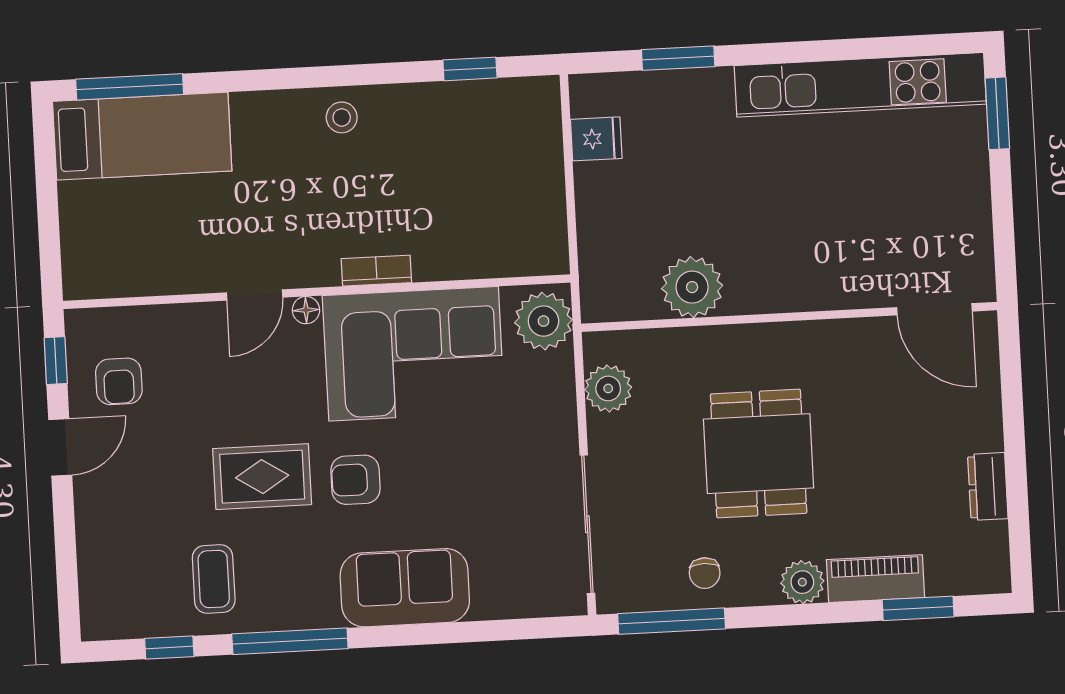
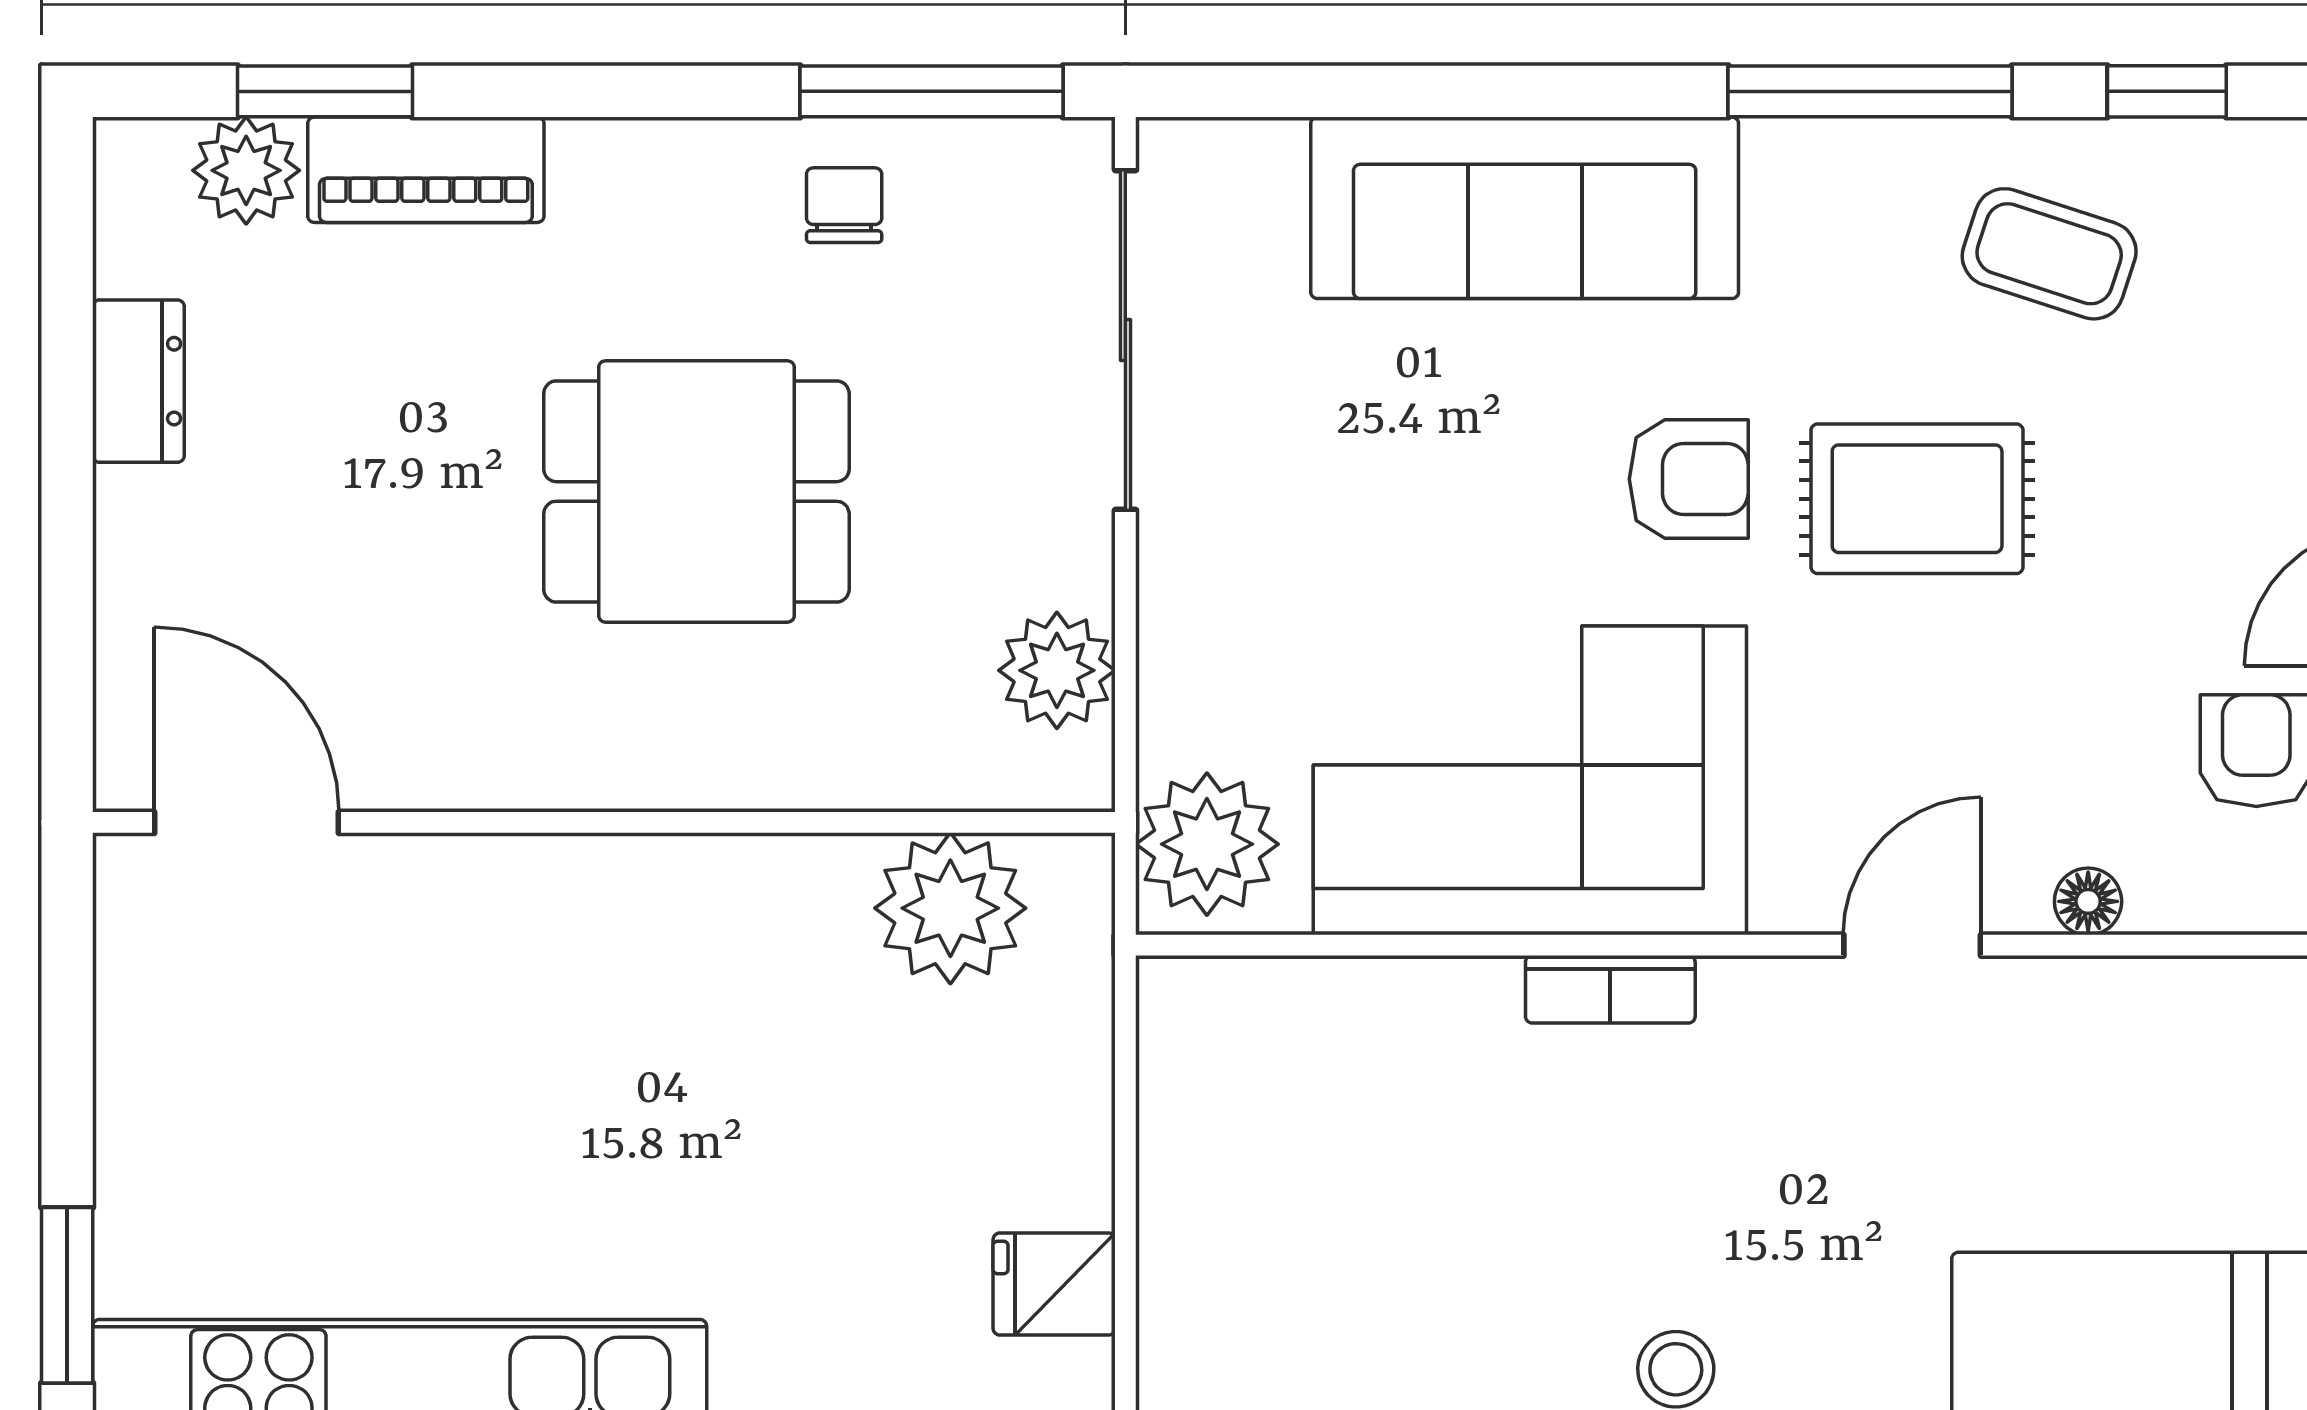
plant: (692, 287) -> (950, 908), moved
floor lamp: (306, 310) -> (2088, 901), moved
dining table: (759, 454) -> (696, 491), turned 90
coffee table: (214, 579) -> (2049, 254), turned -72
plant: (802, 582) -> (246, 170), moved
sofa: (405, 588) -> (1525, 208), width x1.36

